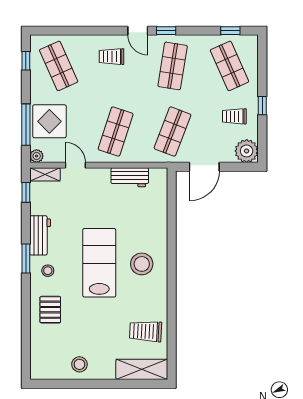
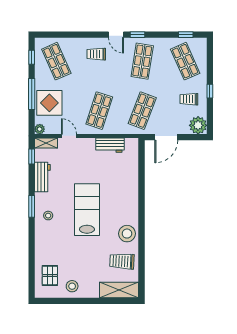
window: (26, 125) -> (32, 94), moved
workbench: (40, 235) -> (42, 177), moved
stool: (142, 264) -> (127, 234), moved
pallet: (50, 310) -> (50, 275), moved

